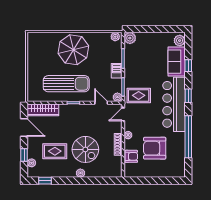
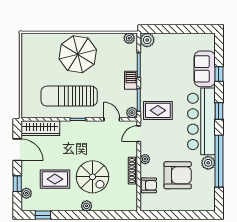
plant: (180, 41) -> (208, 163), moved
sun lounger: (66, 84) -> (69, 96), turned 180
armchair: (155, 148) -> (178, 175), turned 180

